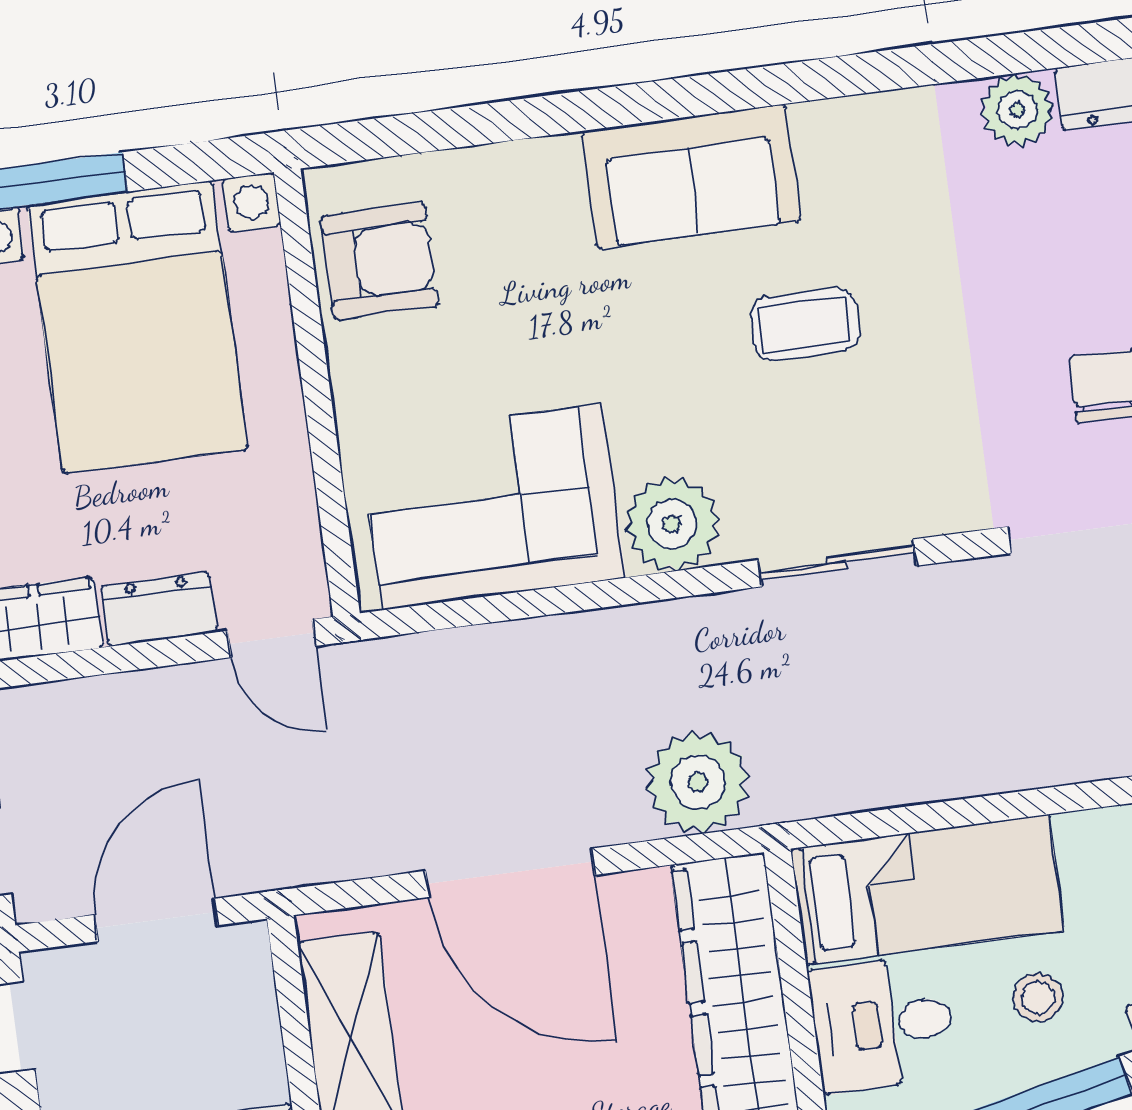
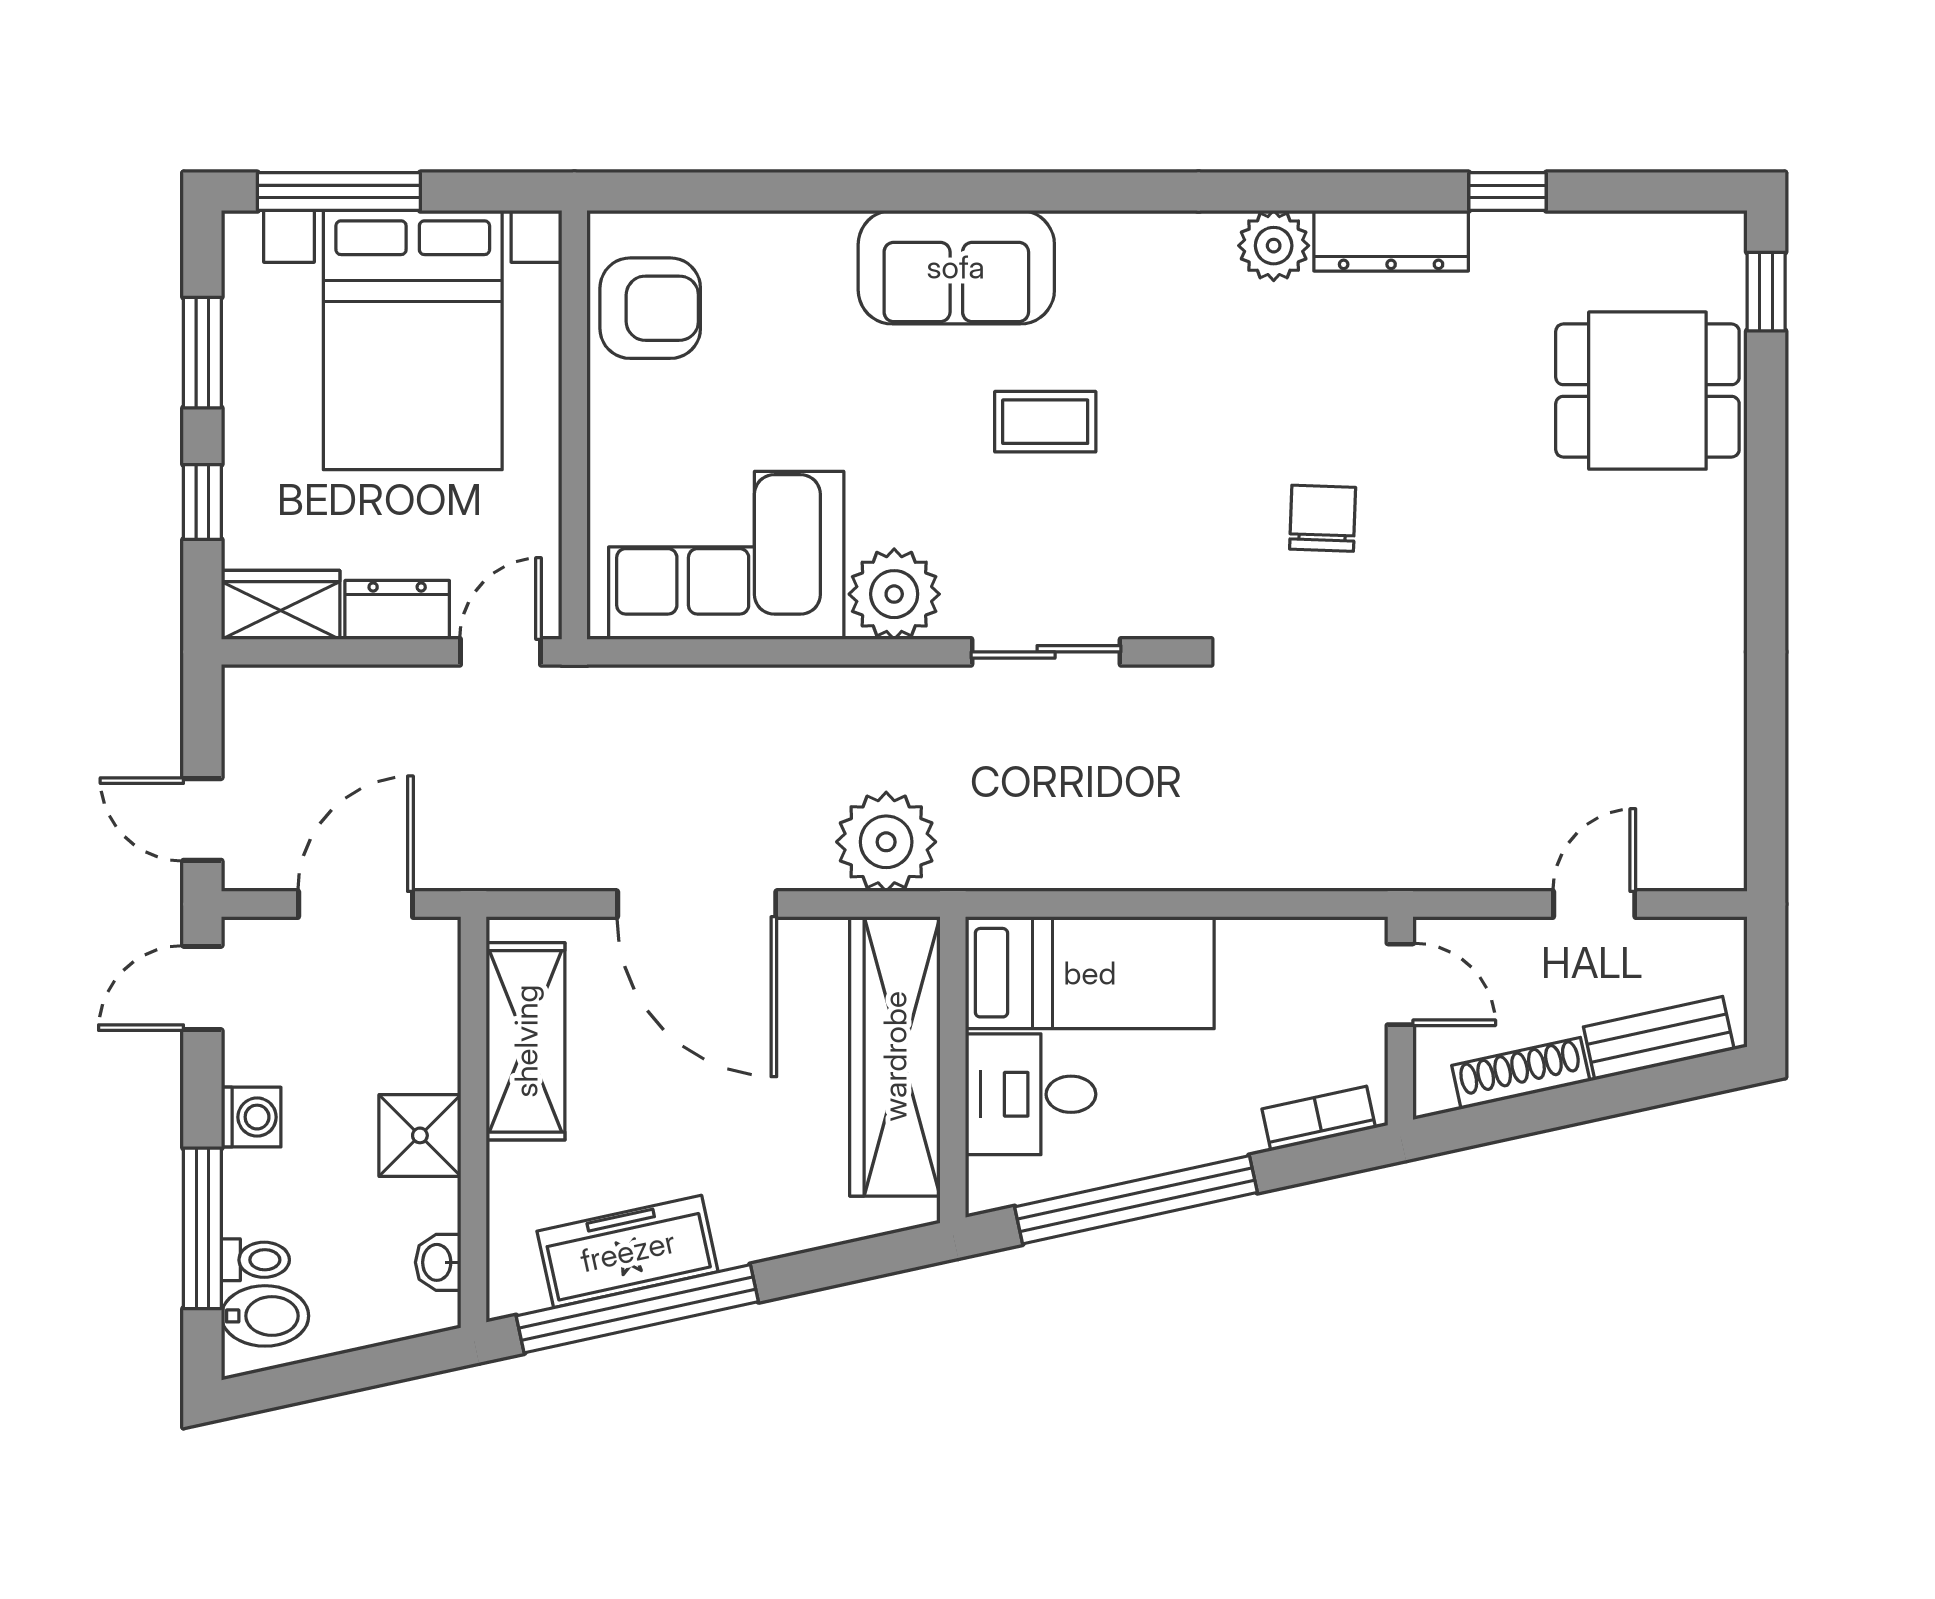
door: (272, 638) -> (501, 652), swing flipped
stool: (1038, 997) -> (1181, 1089), removed

